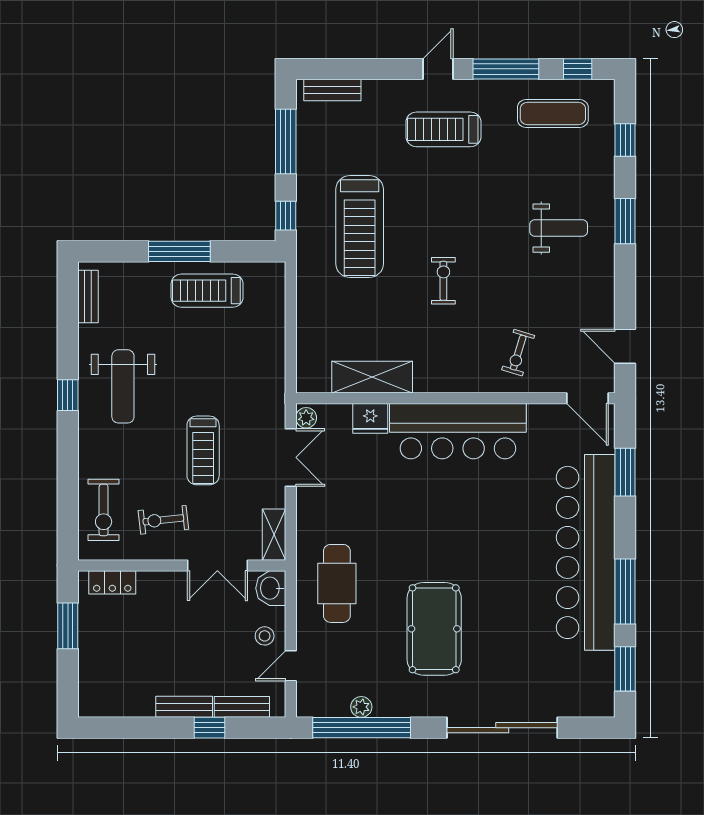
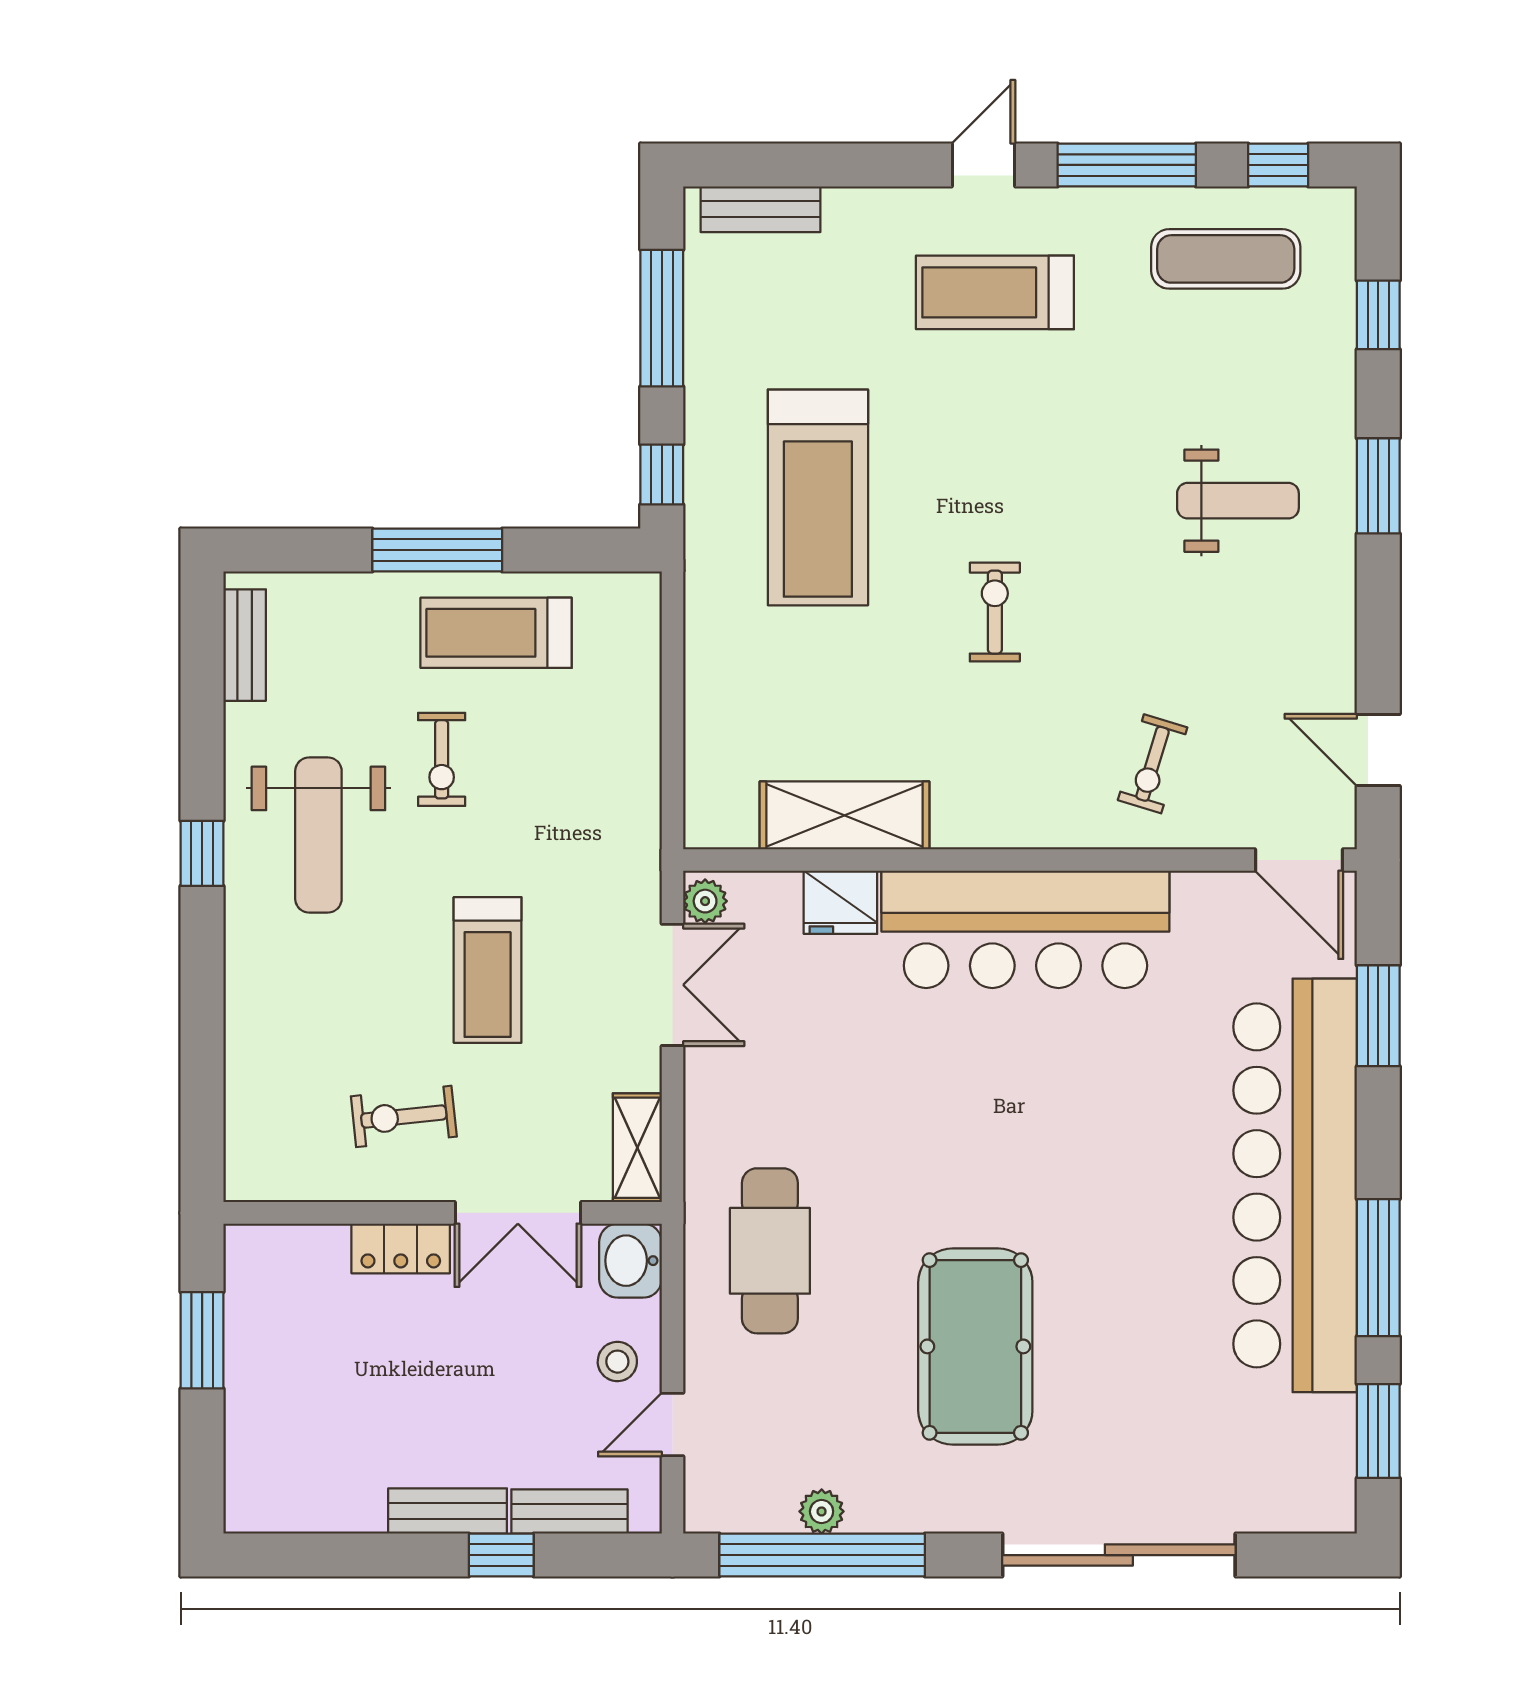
exercise bike: (104, 510) -> (442, 759), moved, width x0.73, depth x0.72
locker: (112, 582) -> (401, 1248), moved

